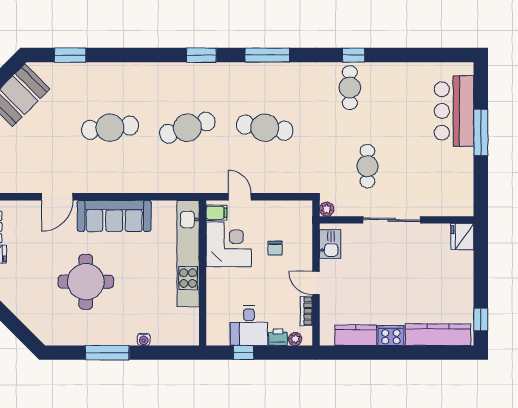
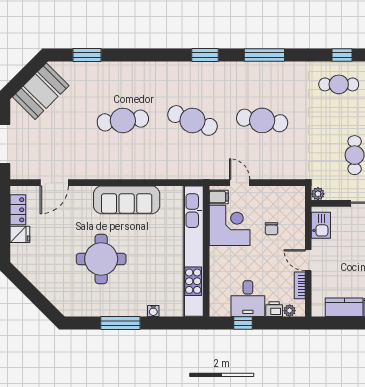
cafe table: (350, 88) -> (339, 84), turned 90
cafe table: (187, 128) -> (192, 120), turned 39
door: (57, 197) -> (54, 183), moved
kitchen unit: (188, 254) -> (193, 251), width x1.36

